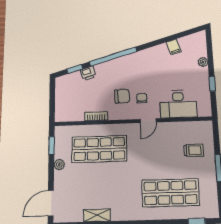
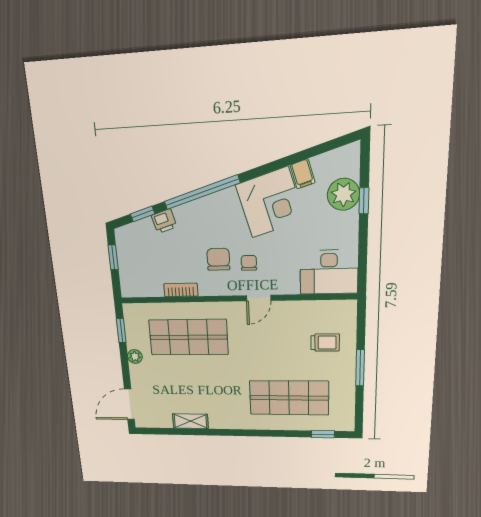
corner desk: (155, 62) -> (270, 202), added
plant: (203, 62) -> (343, 194), width x1.88, depth x1.88
window: (212, 84) -> (364, 201), moved
window: (52, 95) -> (113, 257), added
chair: (122, 96) -> (218, 259), turned -88
desk: (178, 104) -> (329, 272), moved

